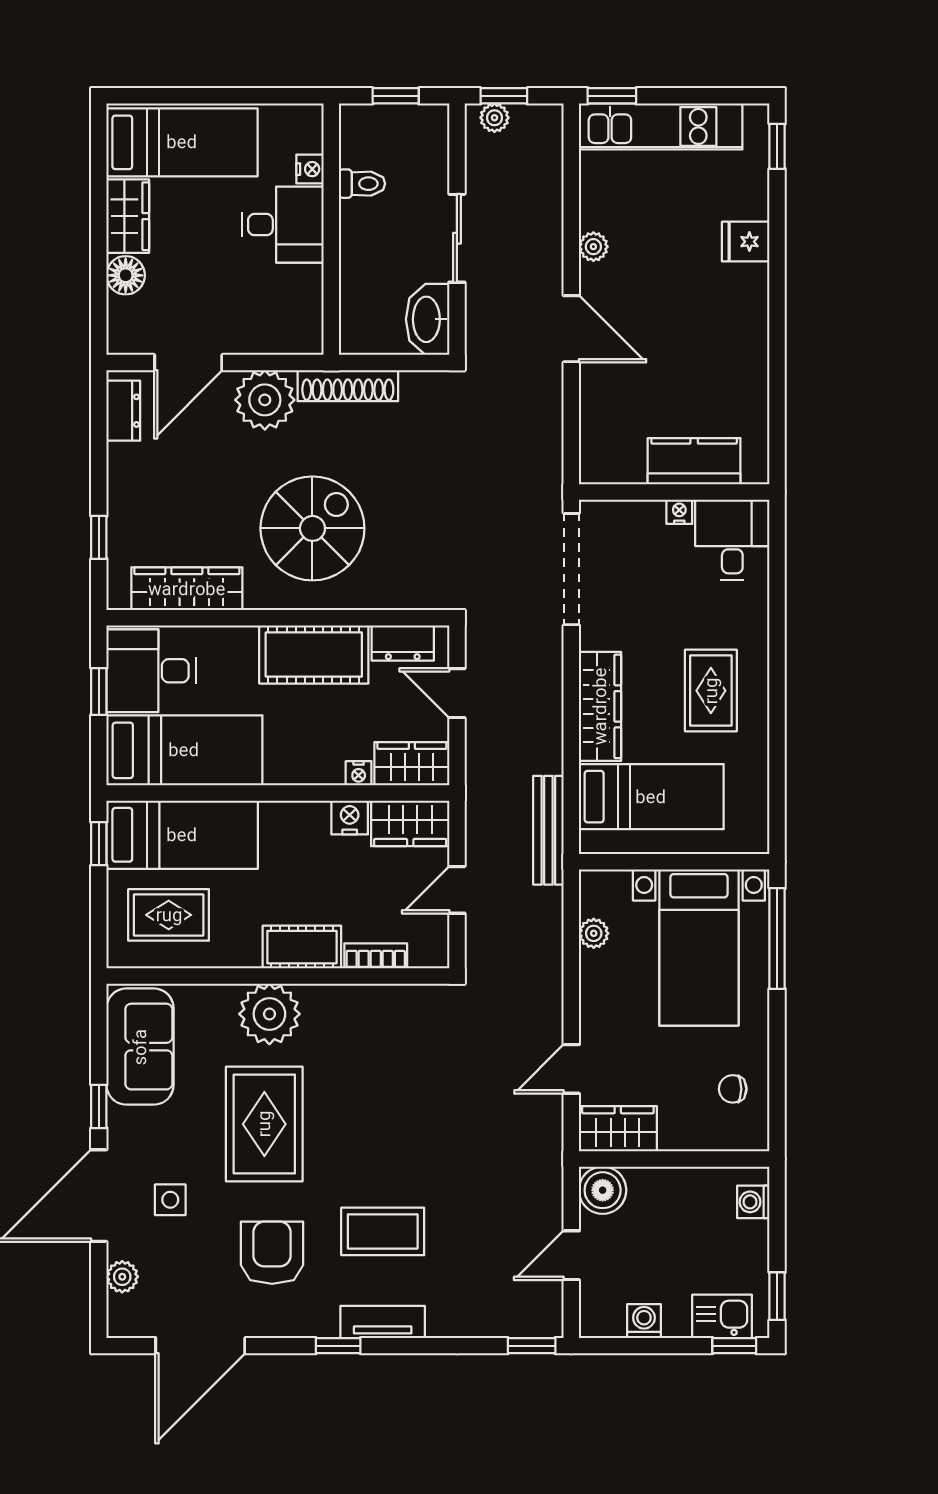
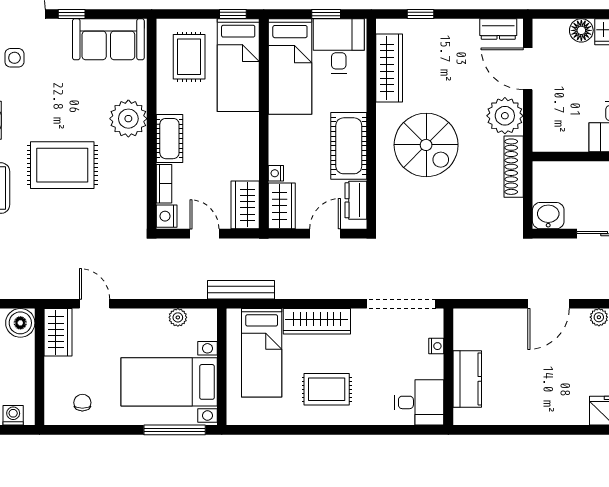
washbasin: (428, 319) -> (548, 216), width x0.72
nightstand: (679, 512) -> (436, 346), moved
nightstand: (350, 818) -> (167, 216), moved, turned 180
rug: (264, 1124) -> (62, 165), moved

